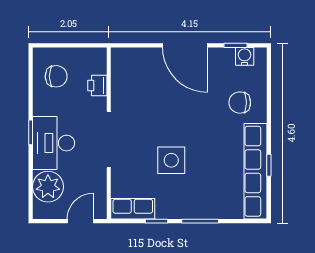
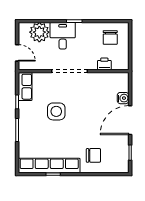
water cooler: (245, 56) -> (123, 98), moved
chair: (240, 103) -> (93, 155), turned 90
desk: (54, 143) -> (63, 36), width x0.73

